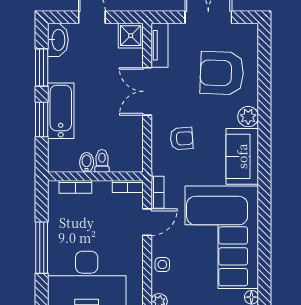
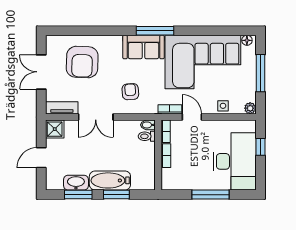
washbasin: (58, 40) -> (76, 183), moved
plant: (248, 117) -> (114, 43), removed
toilet: (102, 161) -> (147, 136), moved
bidet: (87, 162) -> (148, 125), moved
window: (264, 172) -> (155, 31), added
bookcase: (75, 187) -> (166, 156), moved

